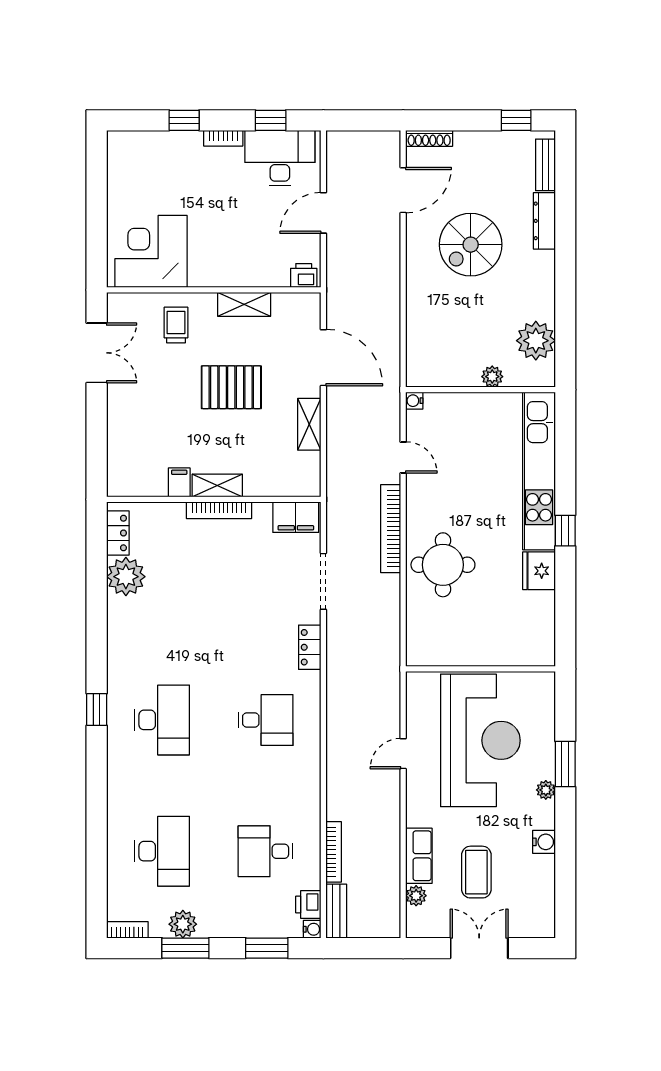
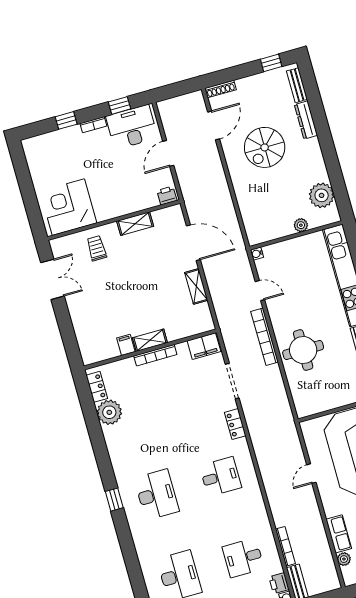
pallet: (231, 387) -> (142, 277), removed

